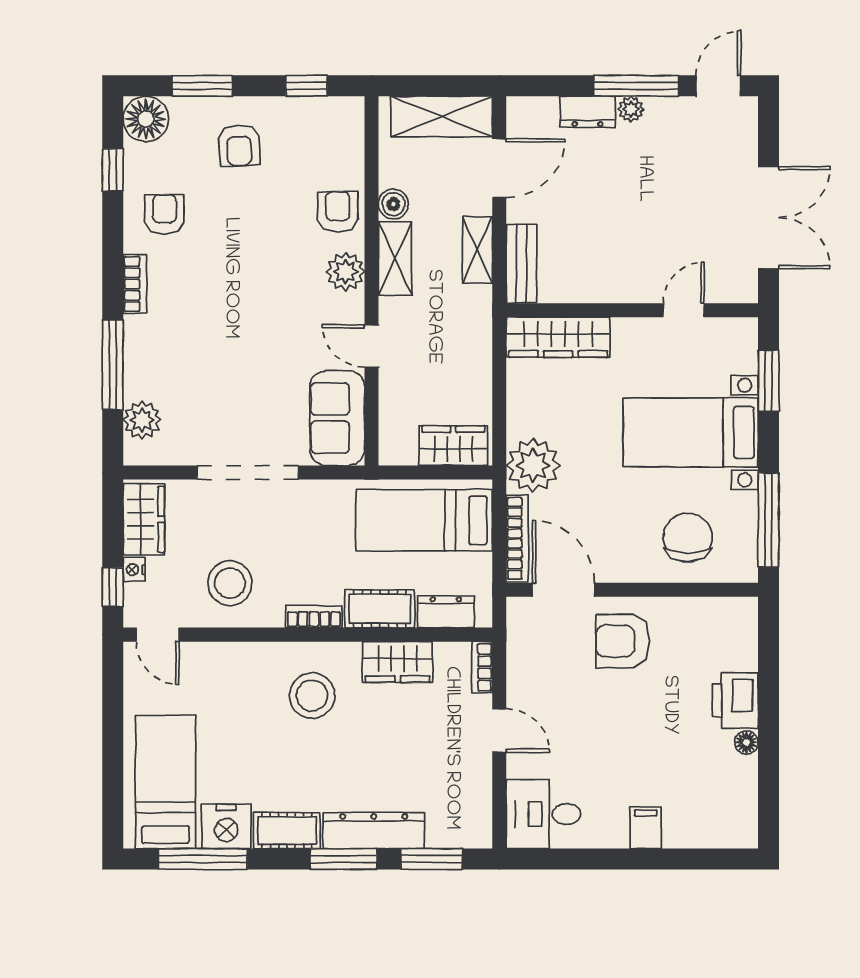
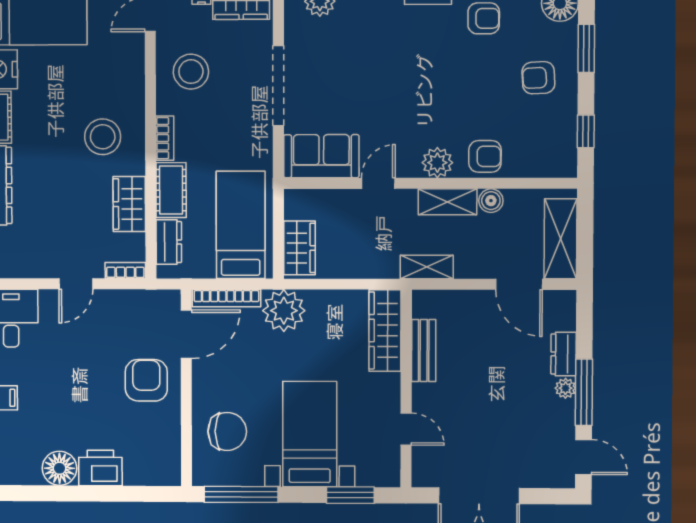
shelving: (477, 250) -> (427, 267), moved
bench: (521, 264) -> (424, 351), moved, turned 90
floor lamp: (746, 742) -> (60, 468), width x1.89, depth x1.89

